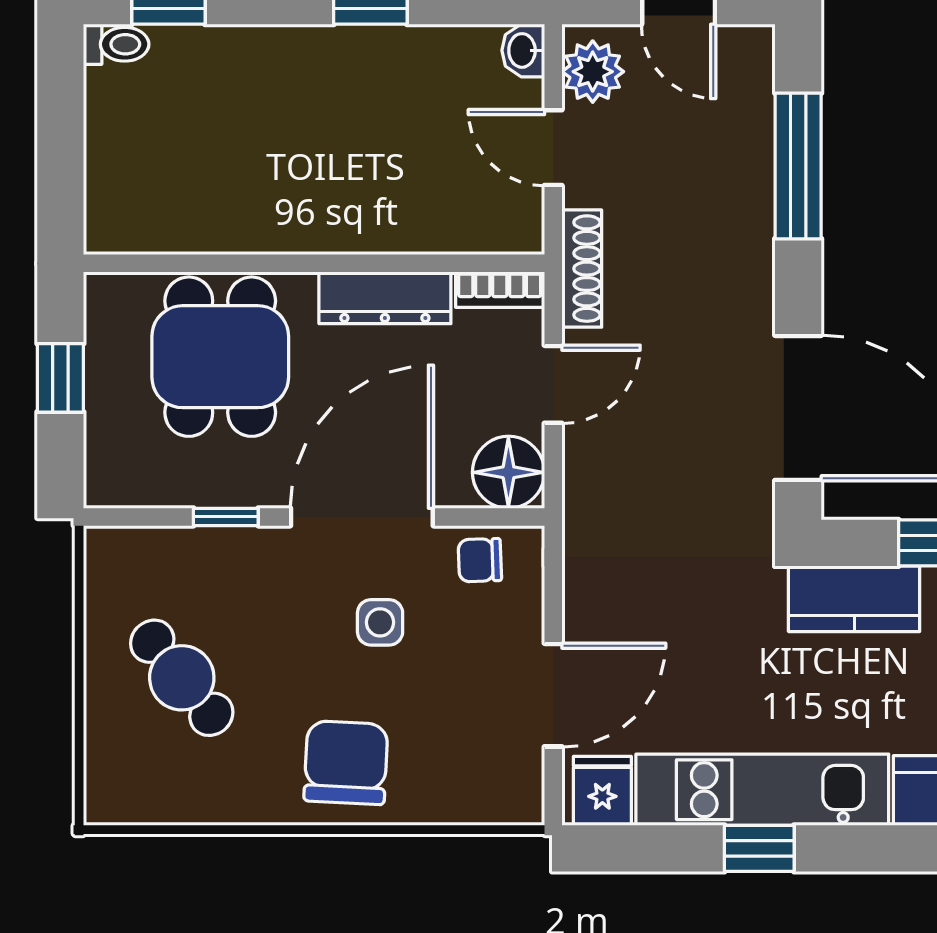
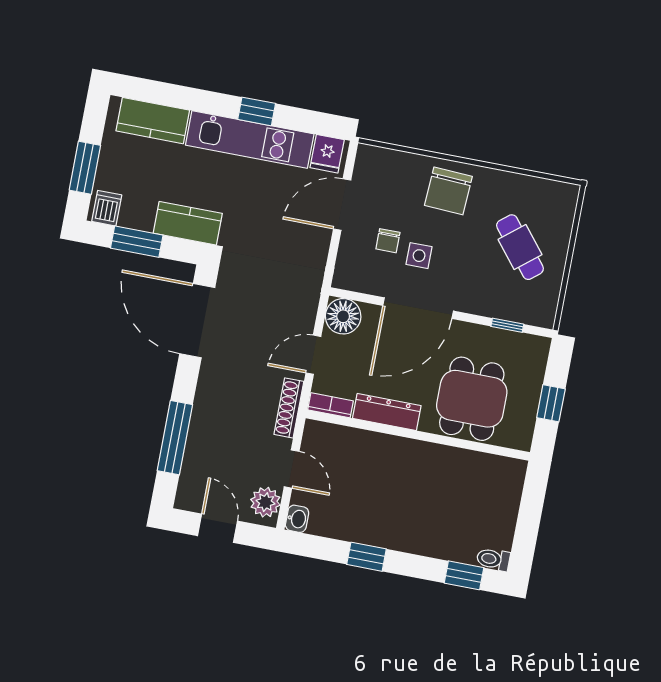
window: (226, 517) -> (507, 325), moved
chair: (480, 560) -> (388, 241), moved, turned 92

